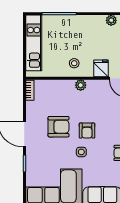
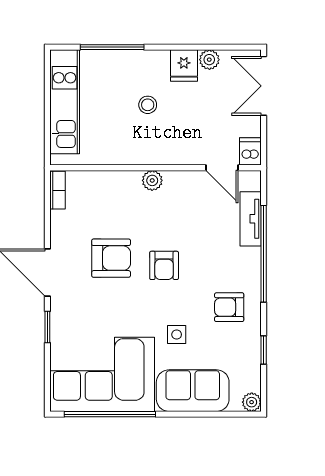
stool: (74, 63) -> (148, 105), moved
fridge: (101, 68) -> (184, 65), moved, turned 180
side table: (81, 152) -> (177, 335), moved

